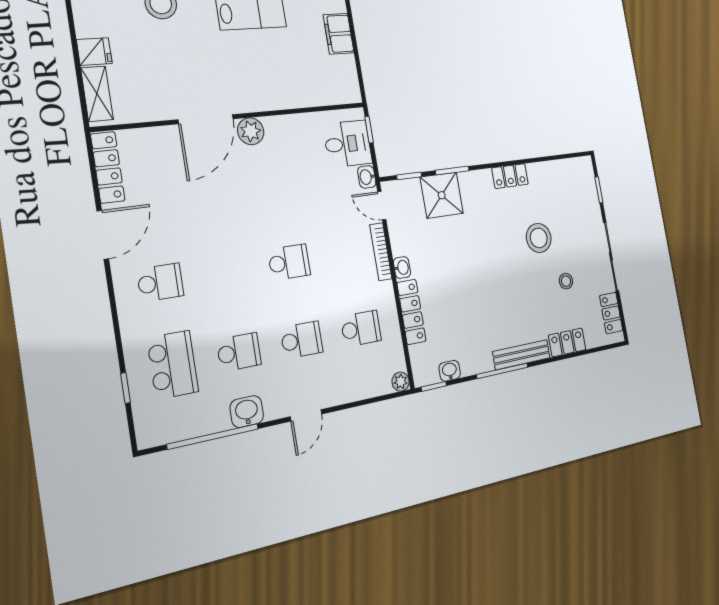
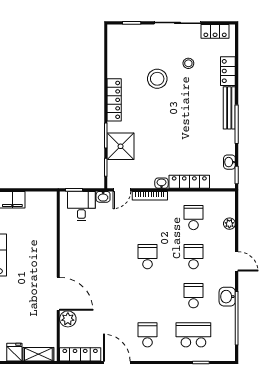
plant: (251, 131) -> (68, 319), moved
locker: (510, 176) -> (114, 100), width x1.53
plant: (401, 382) -> (229, 224), moved

